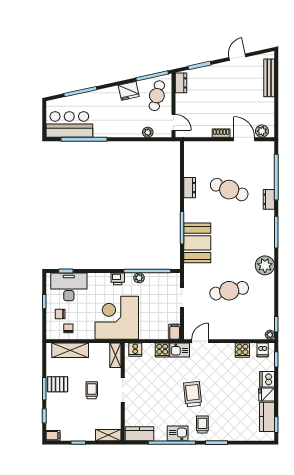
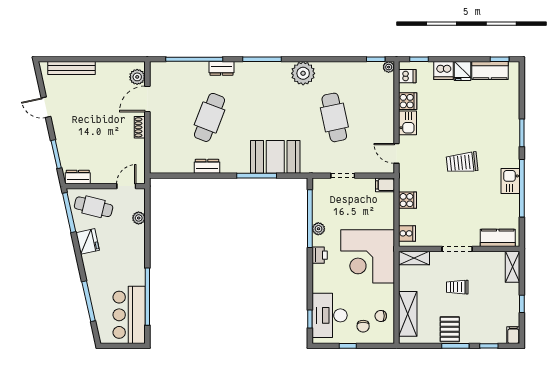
kitchen sink: (180, 350) -> (407, 123), moved
trolley: (202, 425) -> (500, 151), removed
kitchen counter: (139, 434) -> (498, 238), moved, turned 90

